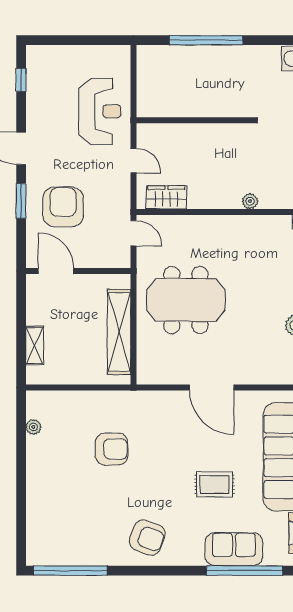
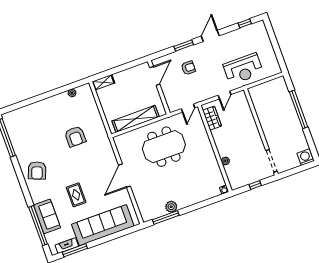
armchair: (63, 207) -> (188, 68), width x0.53, depth x0.53
meeting table: (186, 300) -> (164, 147), turned 90
shelving: (35, 345) -> (103, 82), moved

